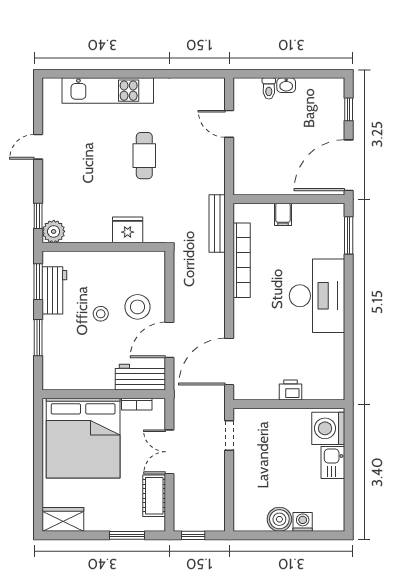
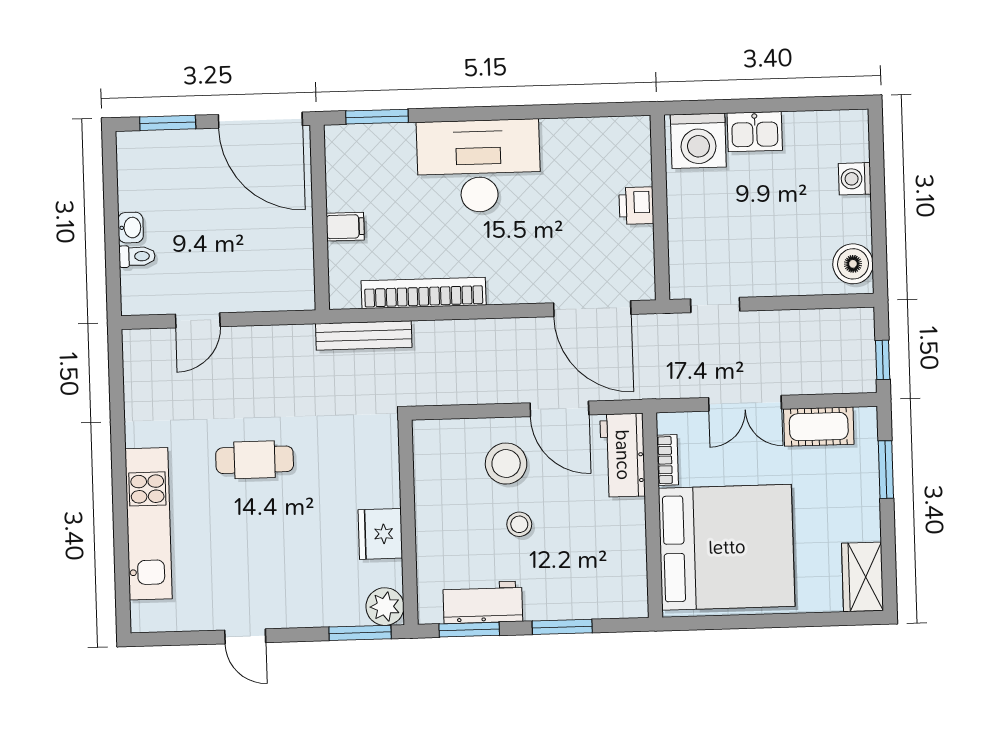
window: (349, 109) -> (168, 123), width x1.50
window: (38, 216) -> (360, 633), width x1.50
fridge: (128, 230) -> (380, 534), moved
boiler: (279, 519) -> (853, 264), moved

